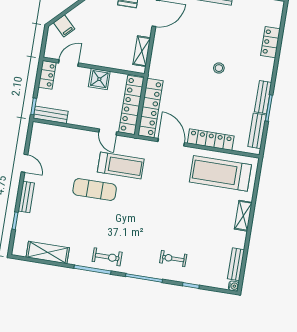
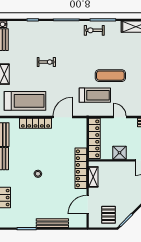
locker: (150, 108) -> (81, 168), moved
door: (108, 132) -> (120, 117), moved
door: (171, 142) -> (63, 117), swing flipped
treadmill: (121, 166) -> (95, 95), turned 180
exercise bike: (173, 259) -> (46, 62), moved

